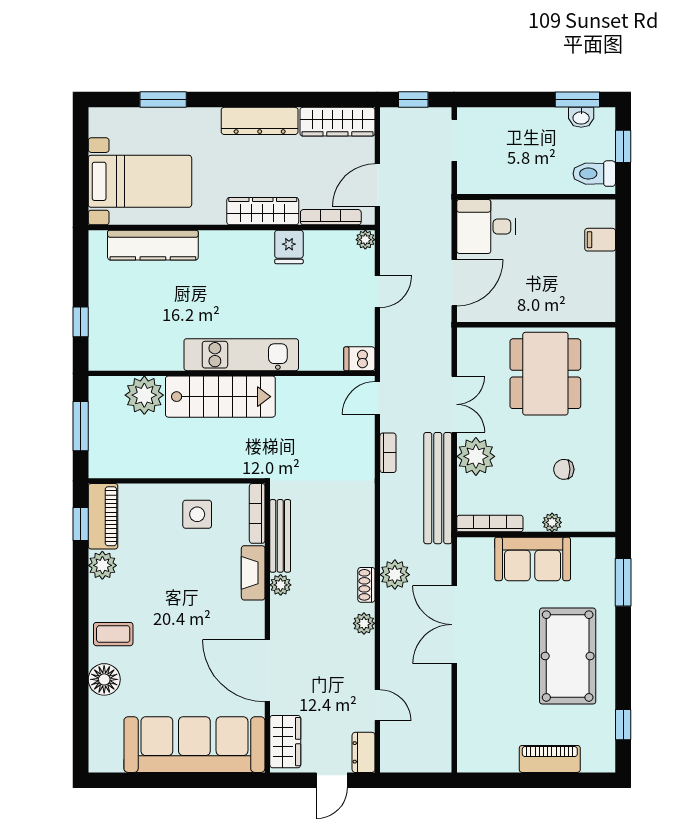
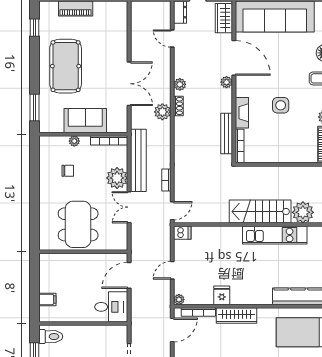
kitchen unit: (241, 355) -> (275, 235), moved
side table: (197, 514) -> (281, 105), moved
plant: (281, 585) -> (227, 82), moved

